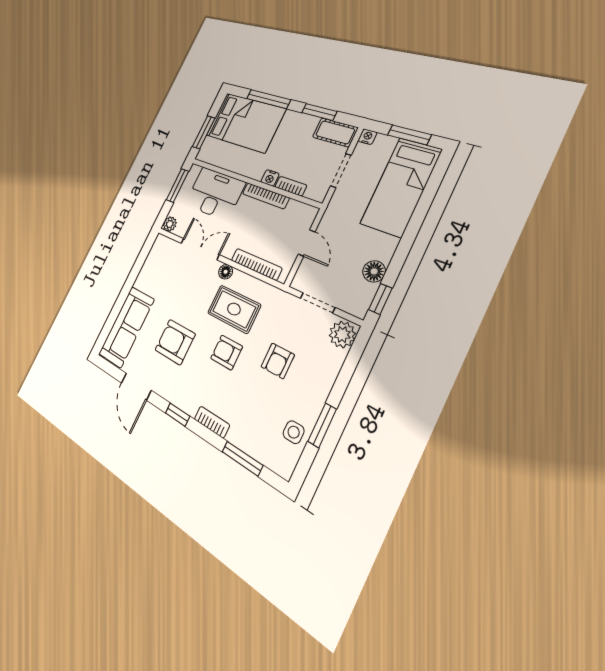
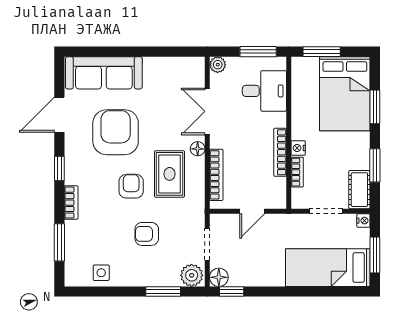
window: (268, 99) -> (375, 107), width x0.69
desk: (215, 194) -> (264, 91), width x0.73
double door: (200, 249) -> (207, 111), swing flipped
floor lamp: (374, 271) -> (219, 277), moved
armchair: (175, 342) -> (116, 132), width x1.36, depth x1.36
window: (322, 425) -> (163, 291), moved

